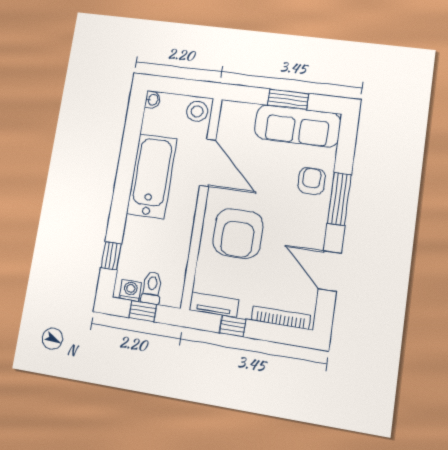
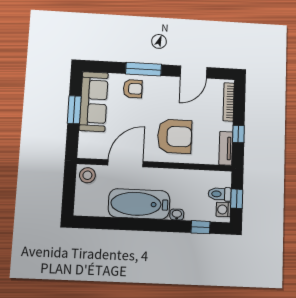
washbasin: (153, 100) -> (177, 215), moved
armchair: (312, 181) -> (133, 89), turned 180

